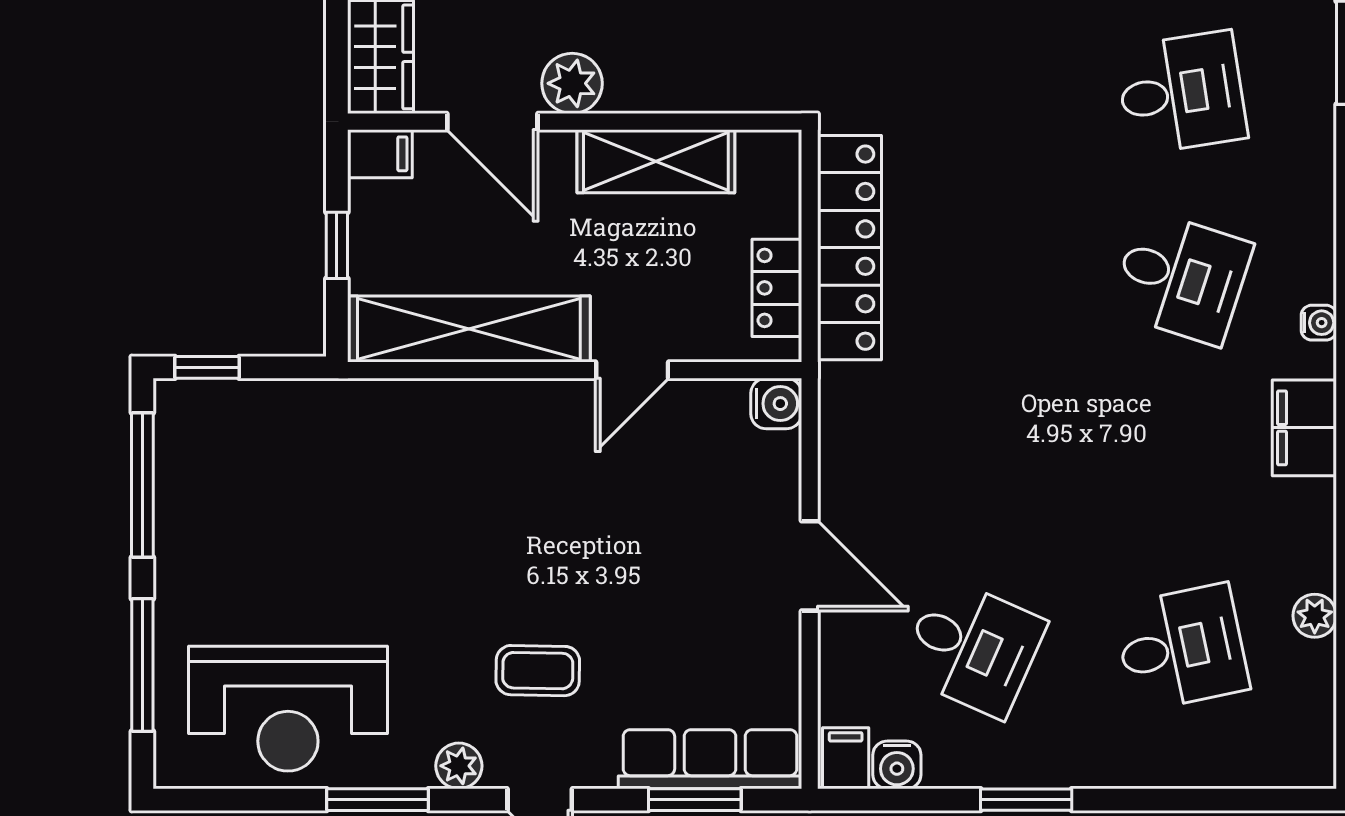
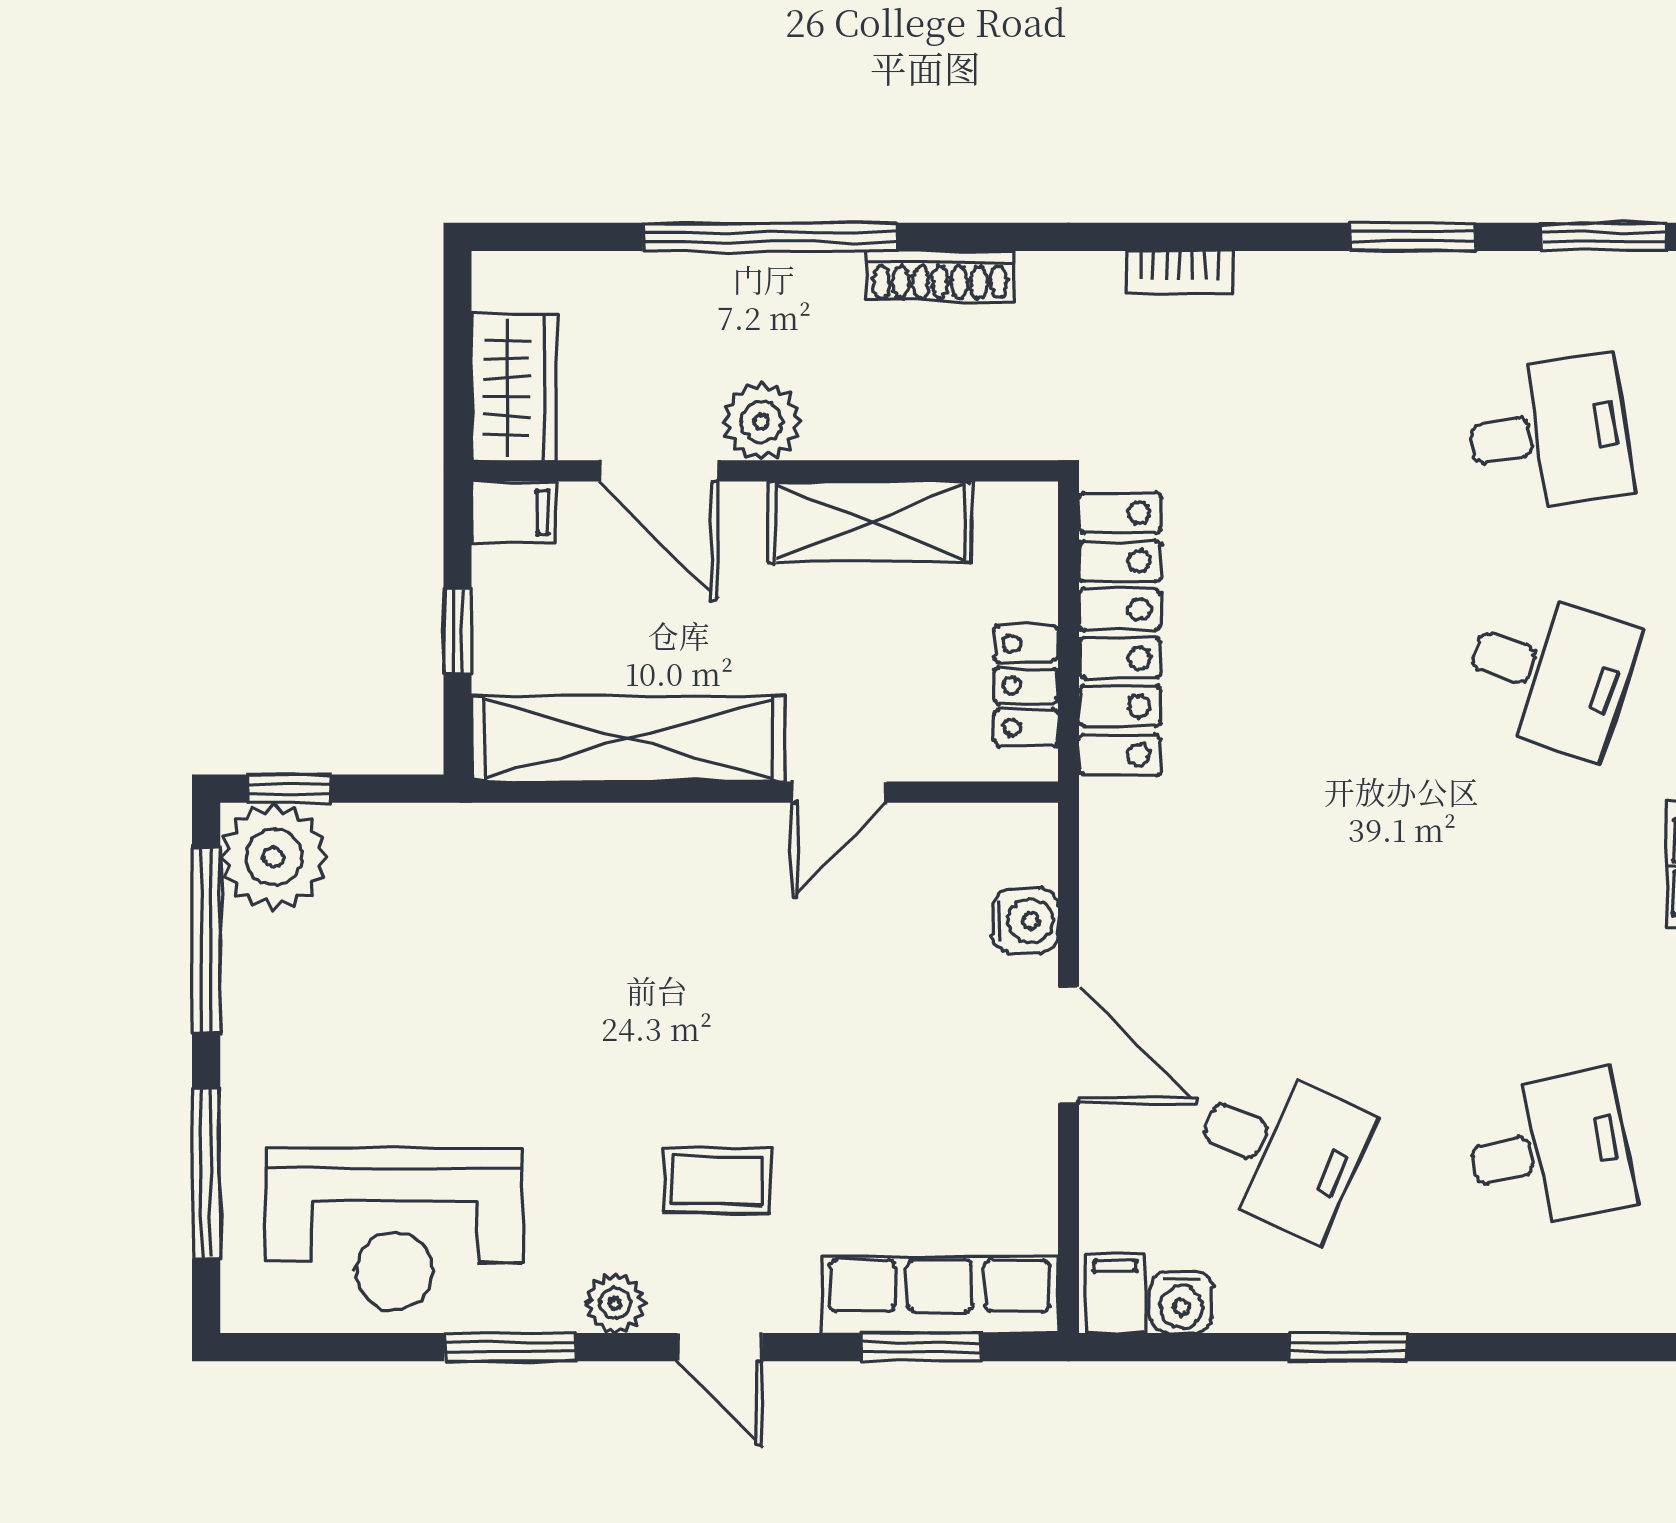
water cooler: (776, 404) -> (1025, 921), moved
plant: (195, 420) -> (274, 857), added

